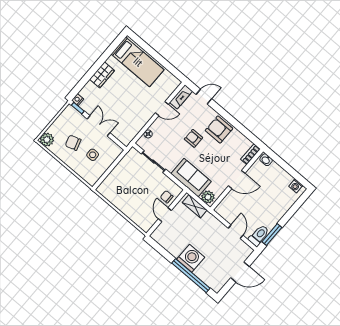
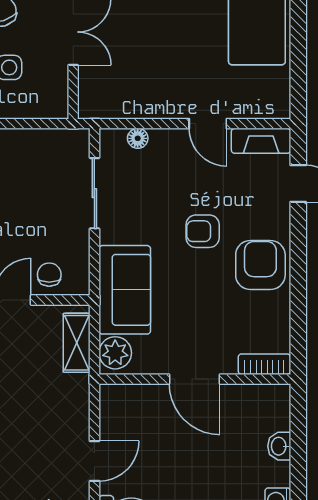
armchair: (193, 138) -> (203, 231), turned -90
washbasin: (266, 160) -> (279, 446), moved

